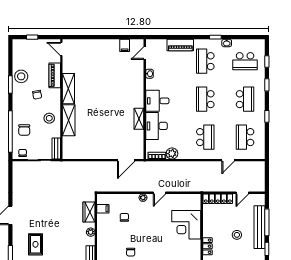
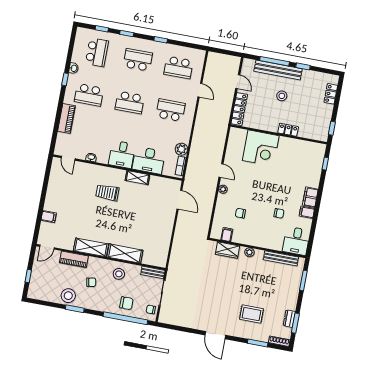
filing cabinet: (125, 45) -> (49, 217), moved
trolley: (120, 94) -> (107, 193), added

